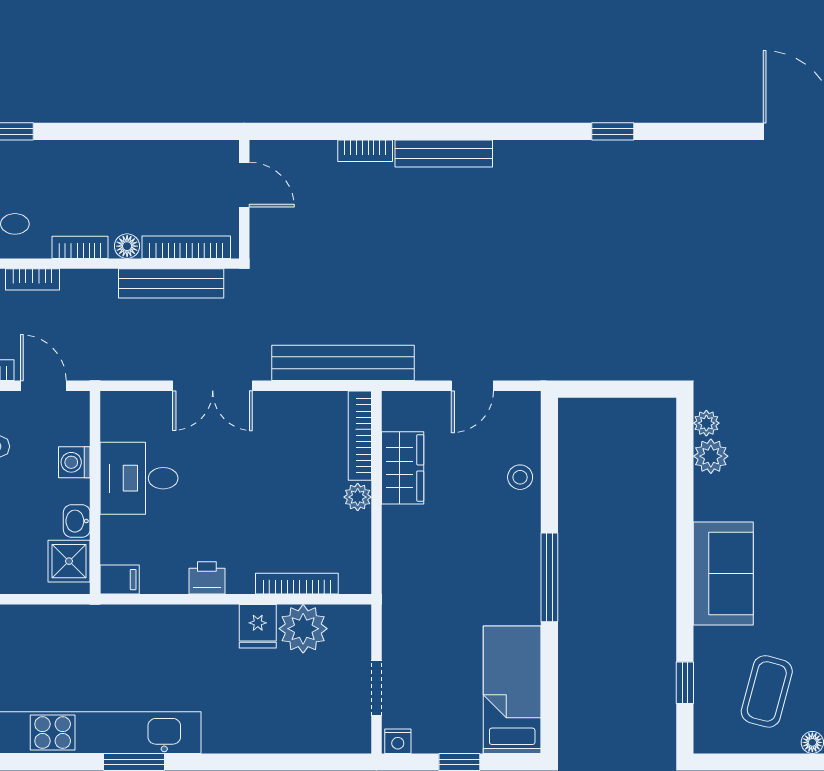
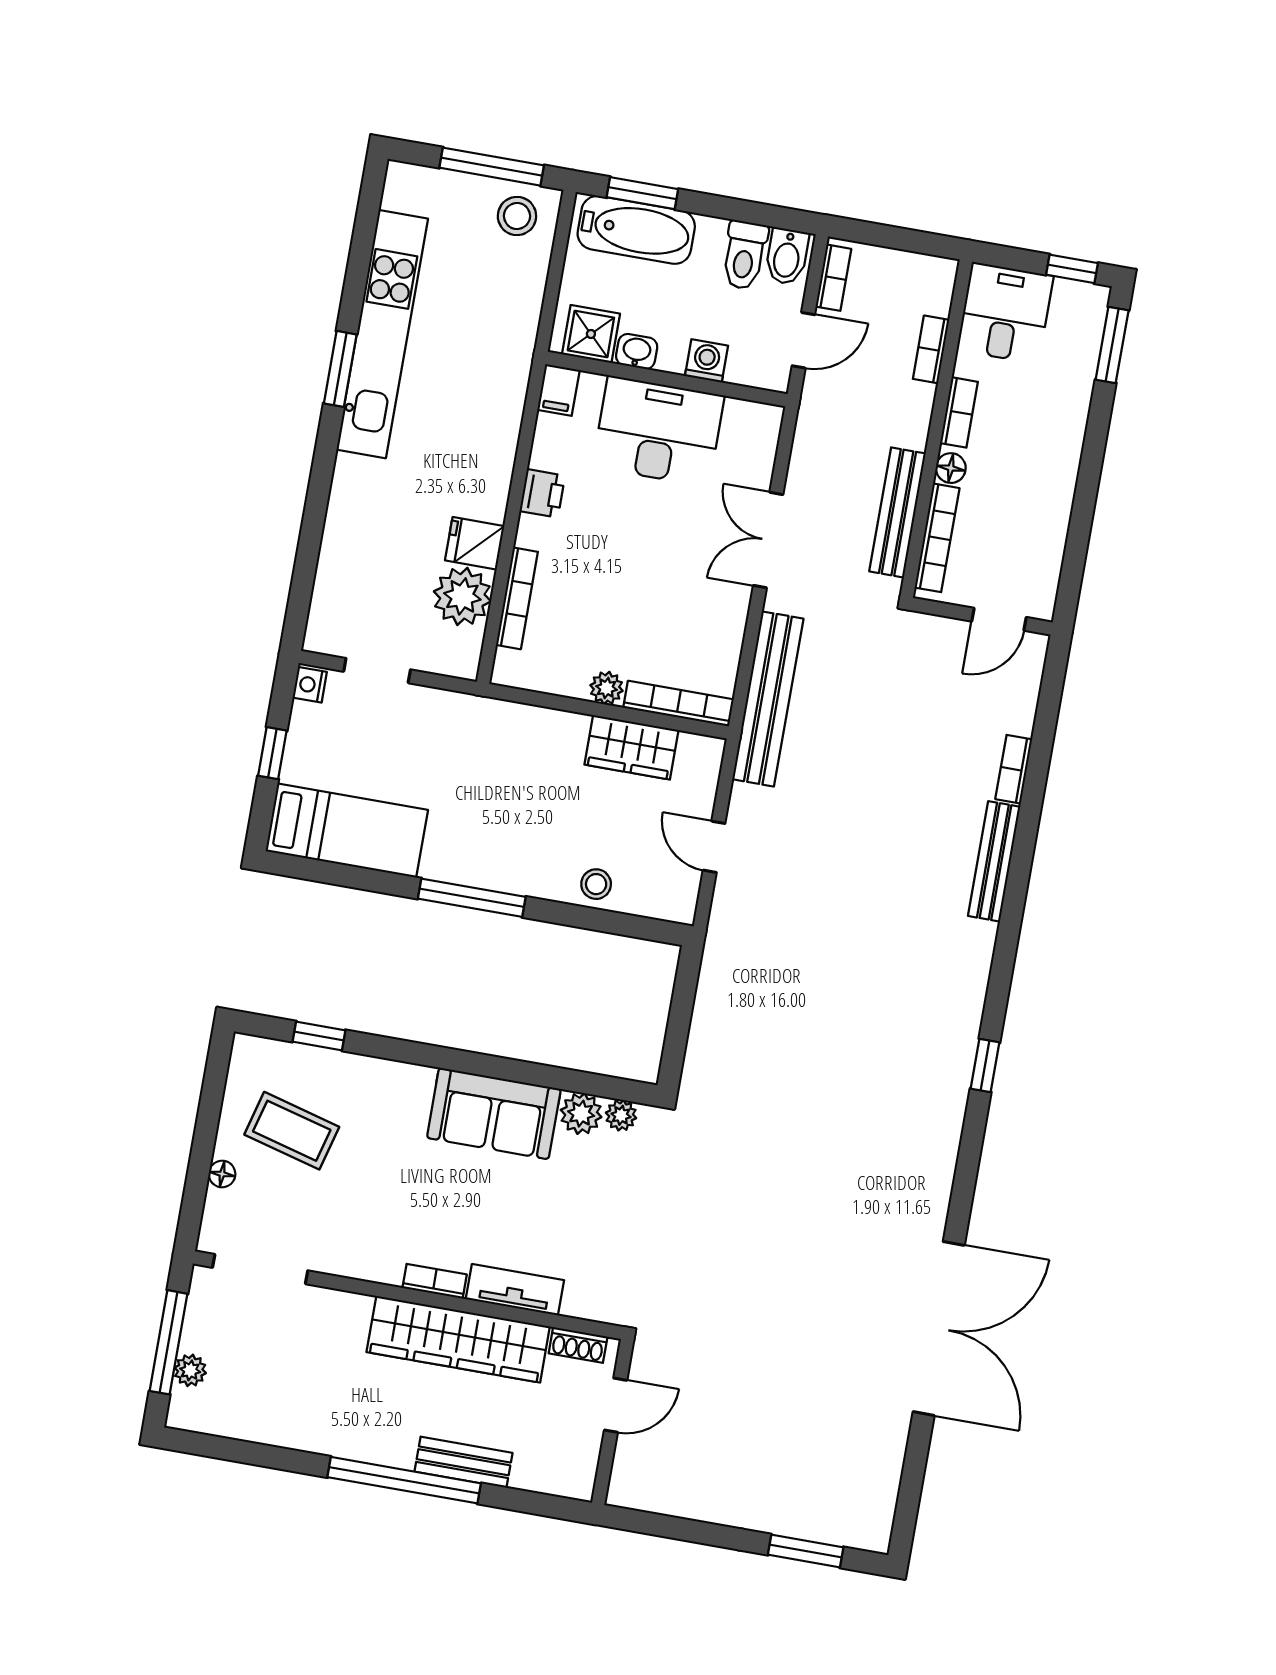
desk: (139, 478) -> (658, 431), width x1.37
sofa: (723, 574) -> (494, 1113), moved

